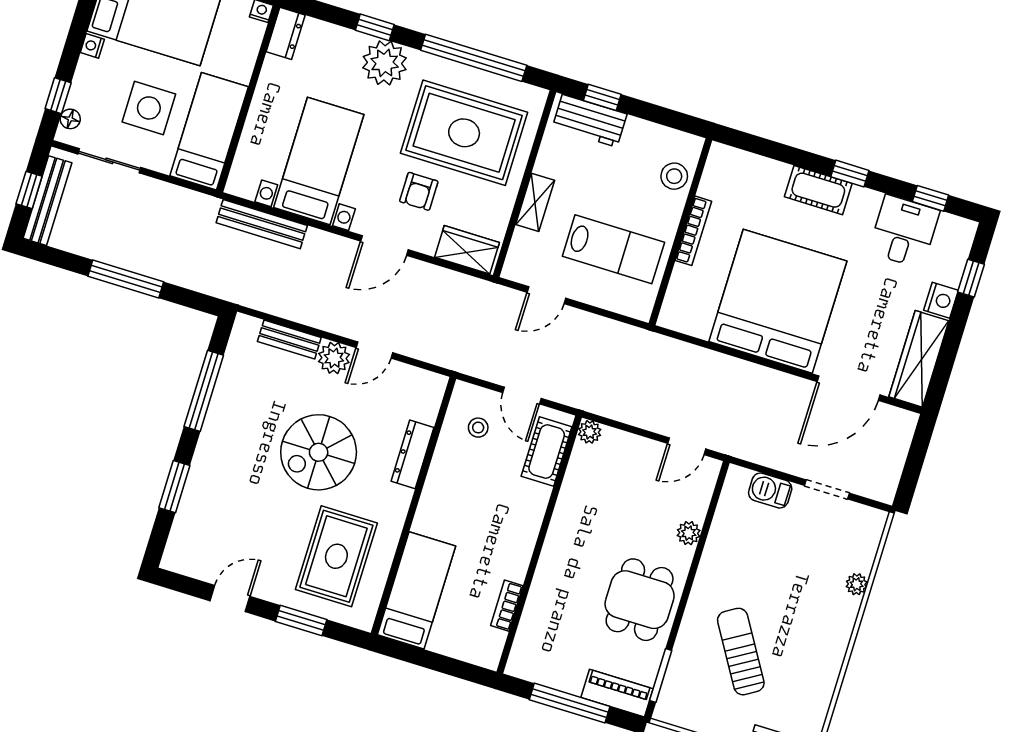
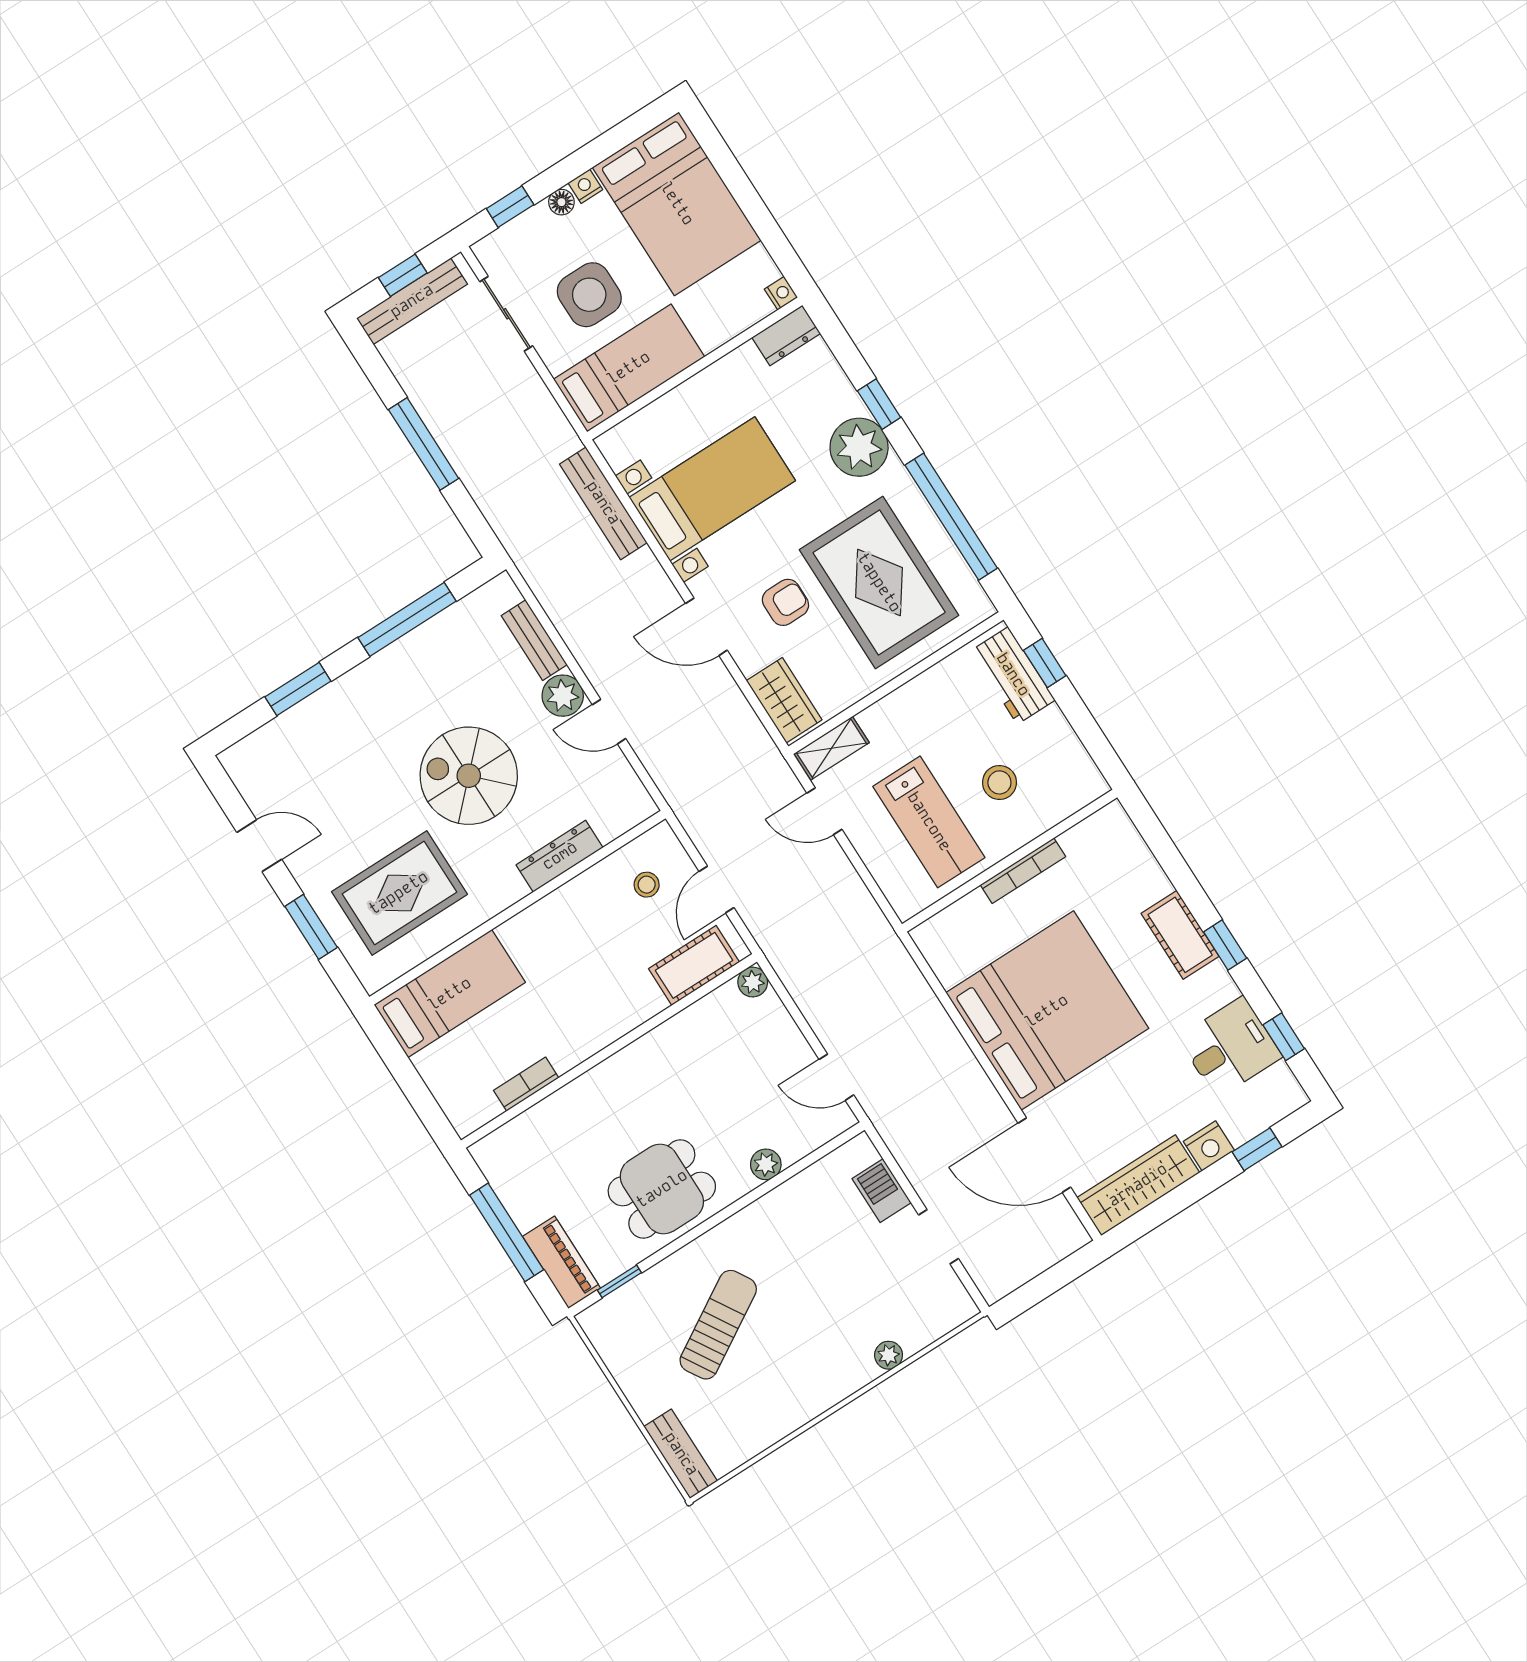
floor lamp: (70, 119) -> (561, 202), moved
stool: (674, 176) -> (999, 782), moved
armchair: (419, 191) -> (785, 602), turned 180
shelving: (535, 202) -> (832, 748), moved
window: (661, 676) -> (619, 1281), width x0.67

